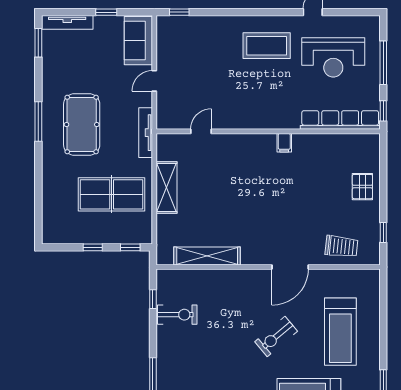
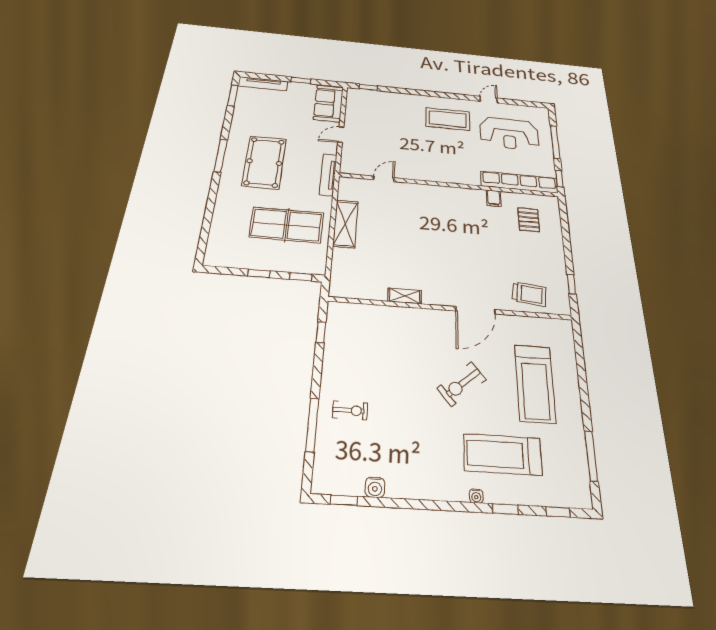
filing cabinet: (284, 143) -> (494, 198), moved
pallet: (362, 187) -> (529, 220), moved
shelving: (207, 256) -> (405, 296), width x0.45, depth x0.75
exercise bike: (177, 315) -> (350, 410), moved, width x0.73, depth x0.72

